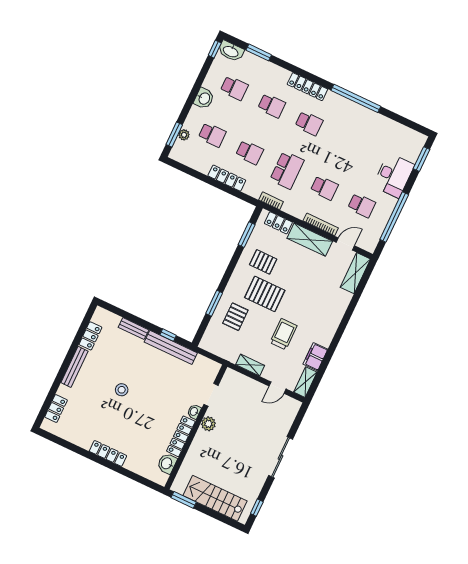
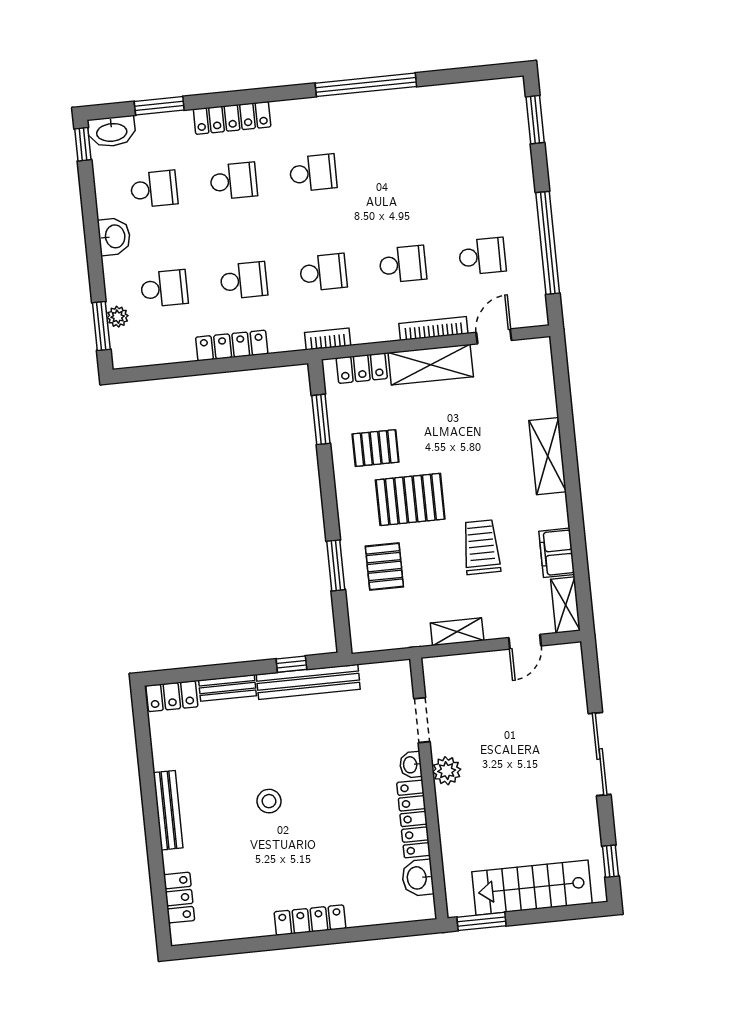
locker: (307, 87) -> (232, 118), moved
school desk: (287, 170) -> (323, 272), width x0.54
desk: (394, 175) -> (505, 175), removed
shelving: (355, 273) -> (548, 456), moved
locker: (90, 336) -> (172, 696), moved, turned 90

